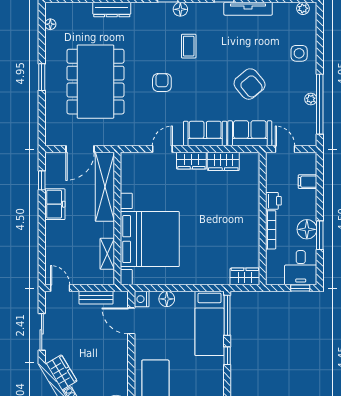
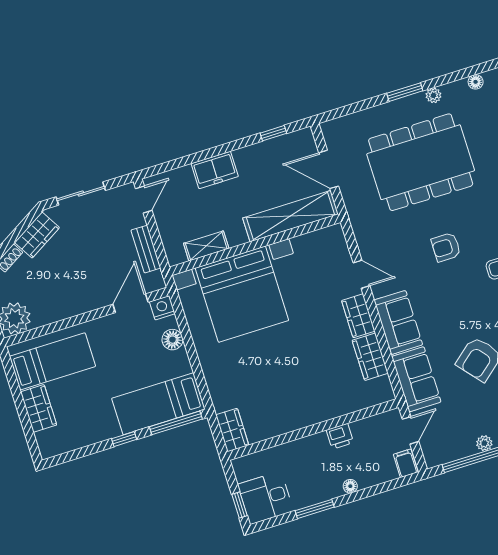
plant: (51, 57) -> (433, 95), added
armchair: (162, 83) -> (446, 247), turned 180
filing cabinet: (308, 182) -> (406, 463), moved
freezer: (55, 204) -> (215, 170), moved
floor lamp: (307, 229) -> (350, 486), moved, width x0.53, depth x0.53
bookcase: (271, 230) -> (302, 444), removed

